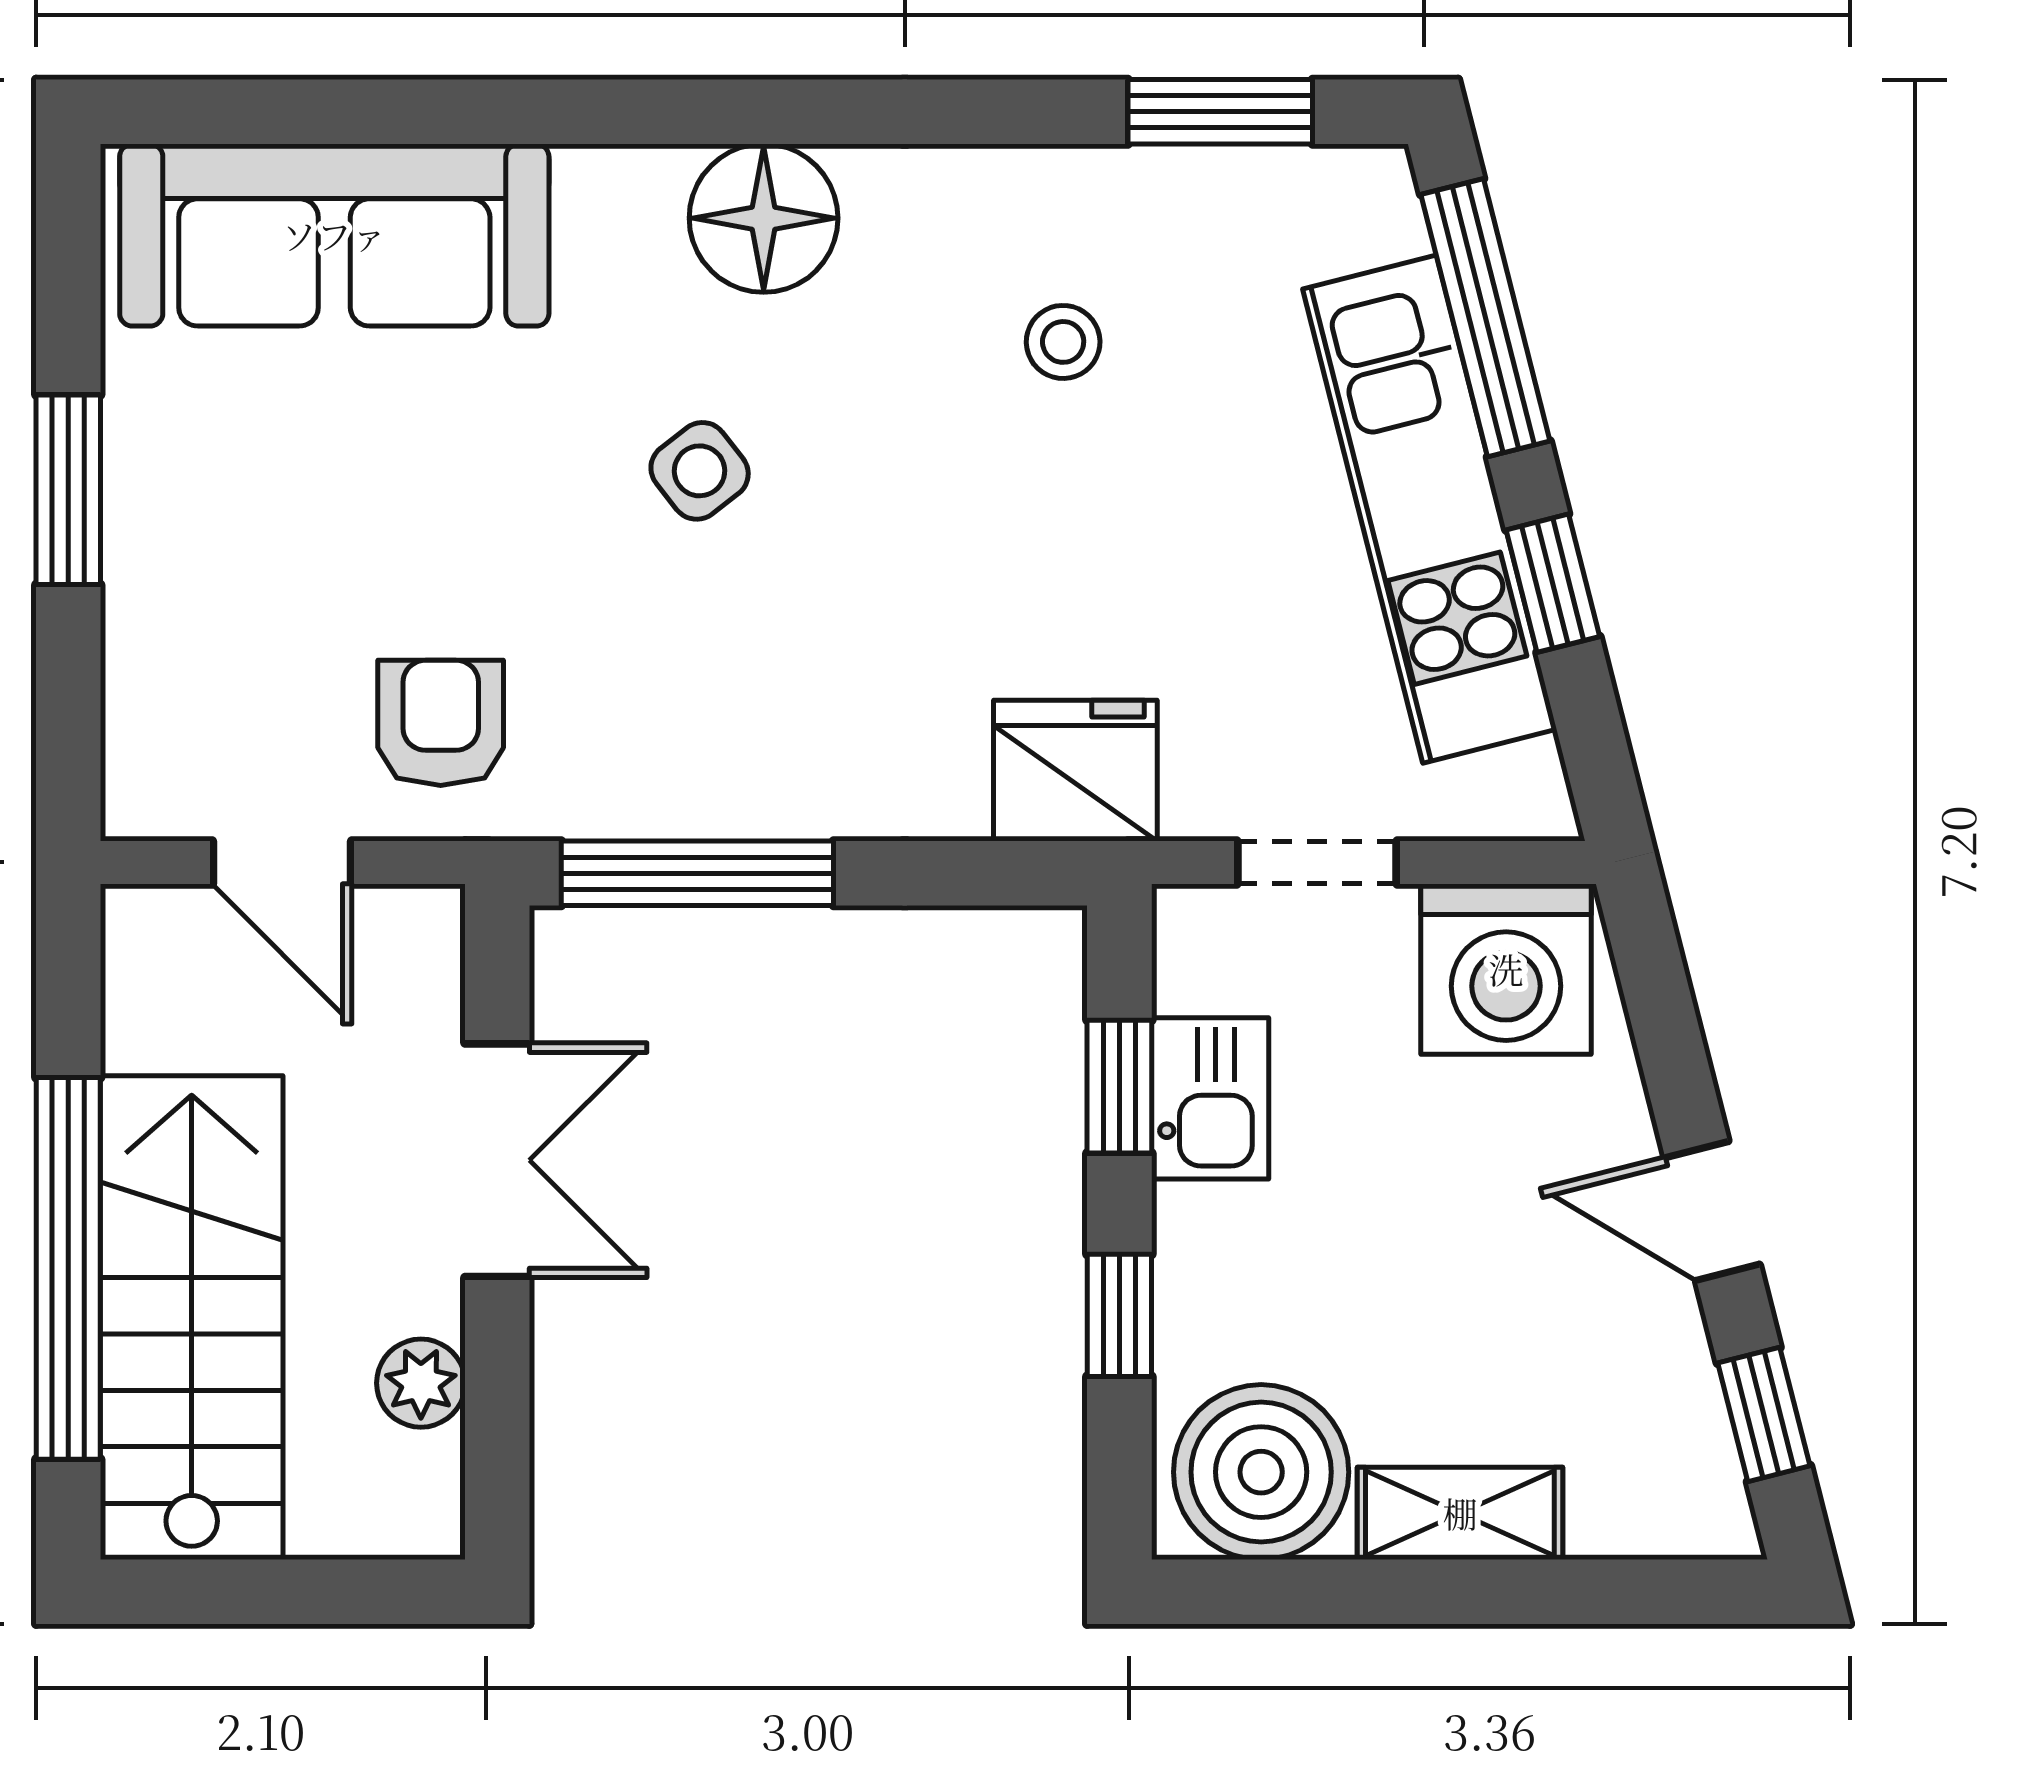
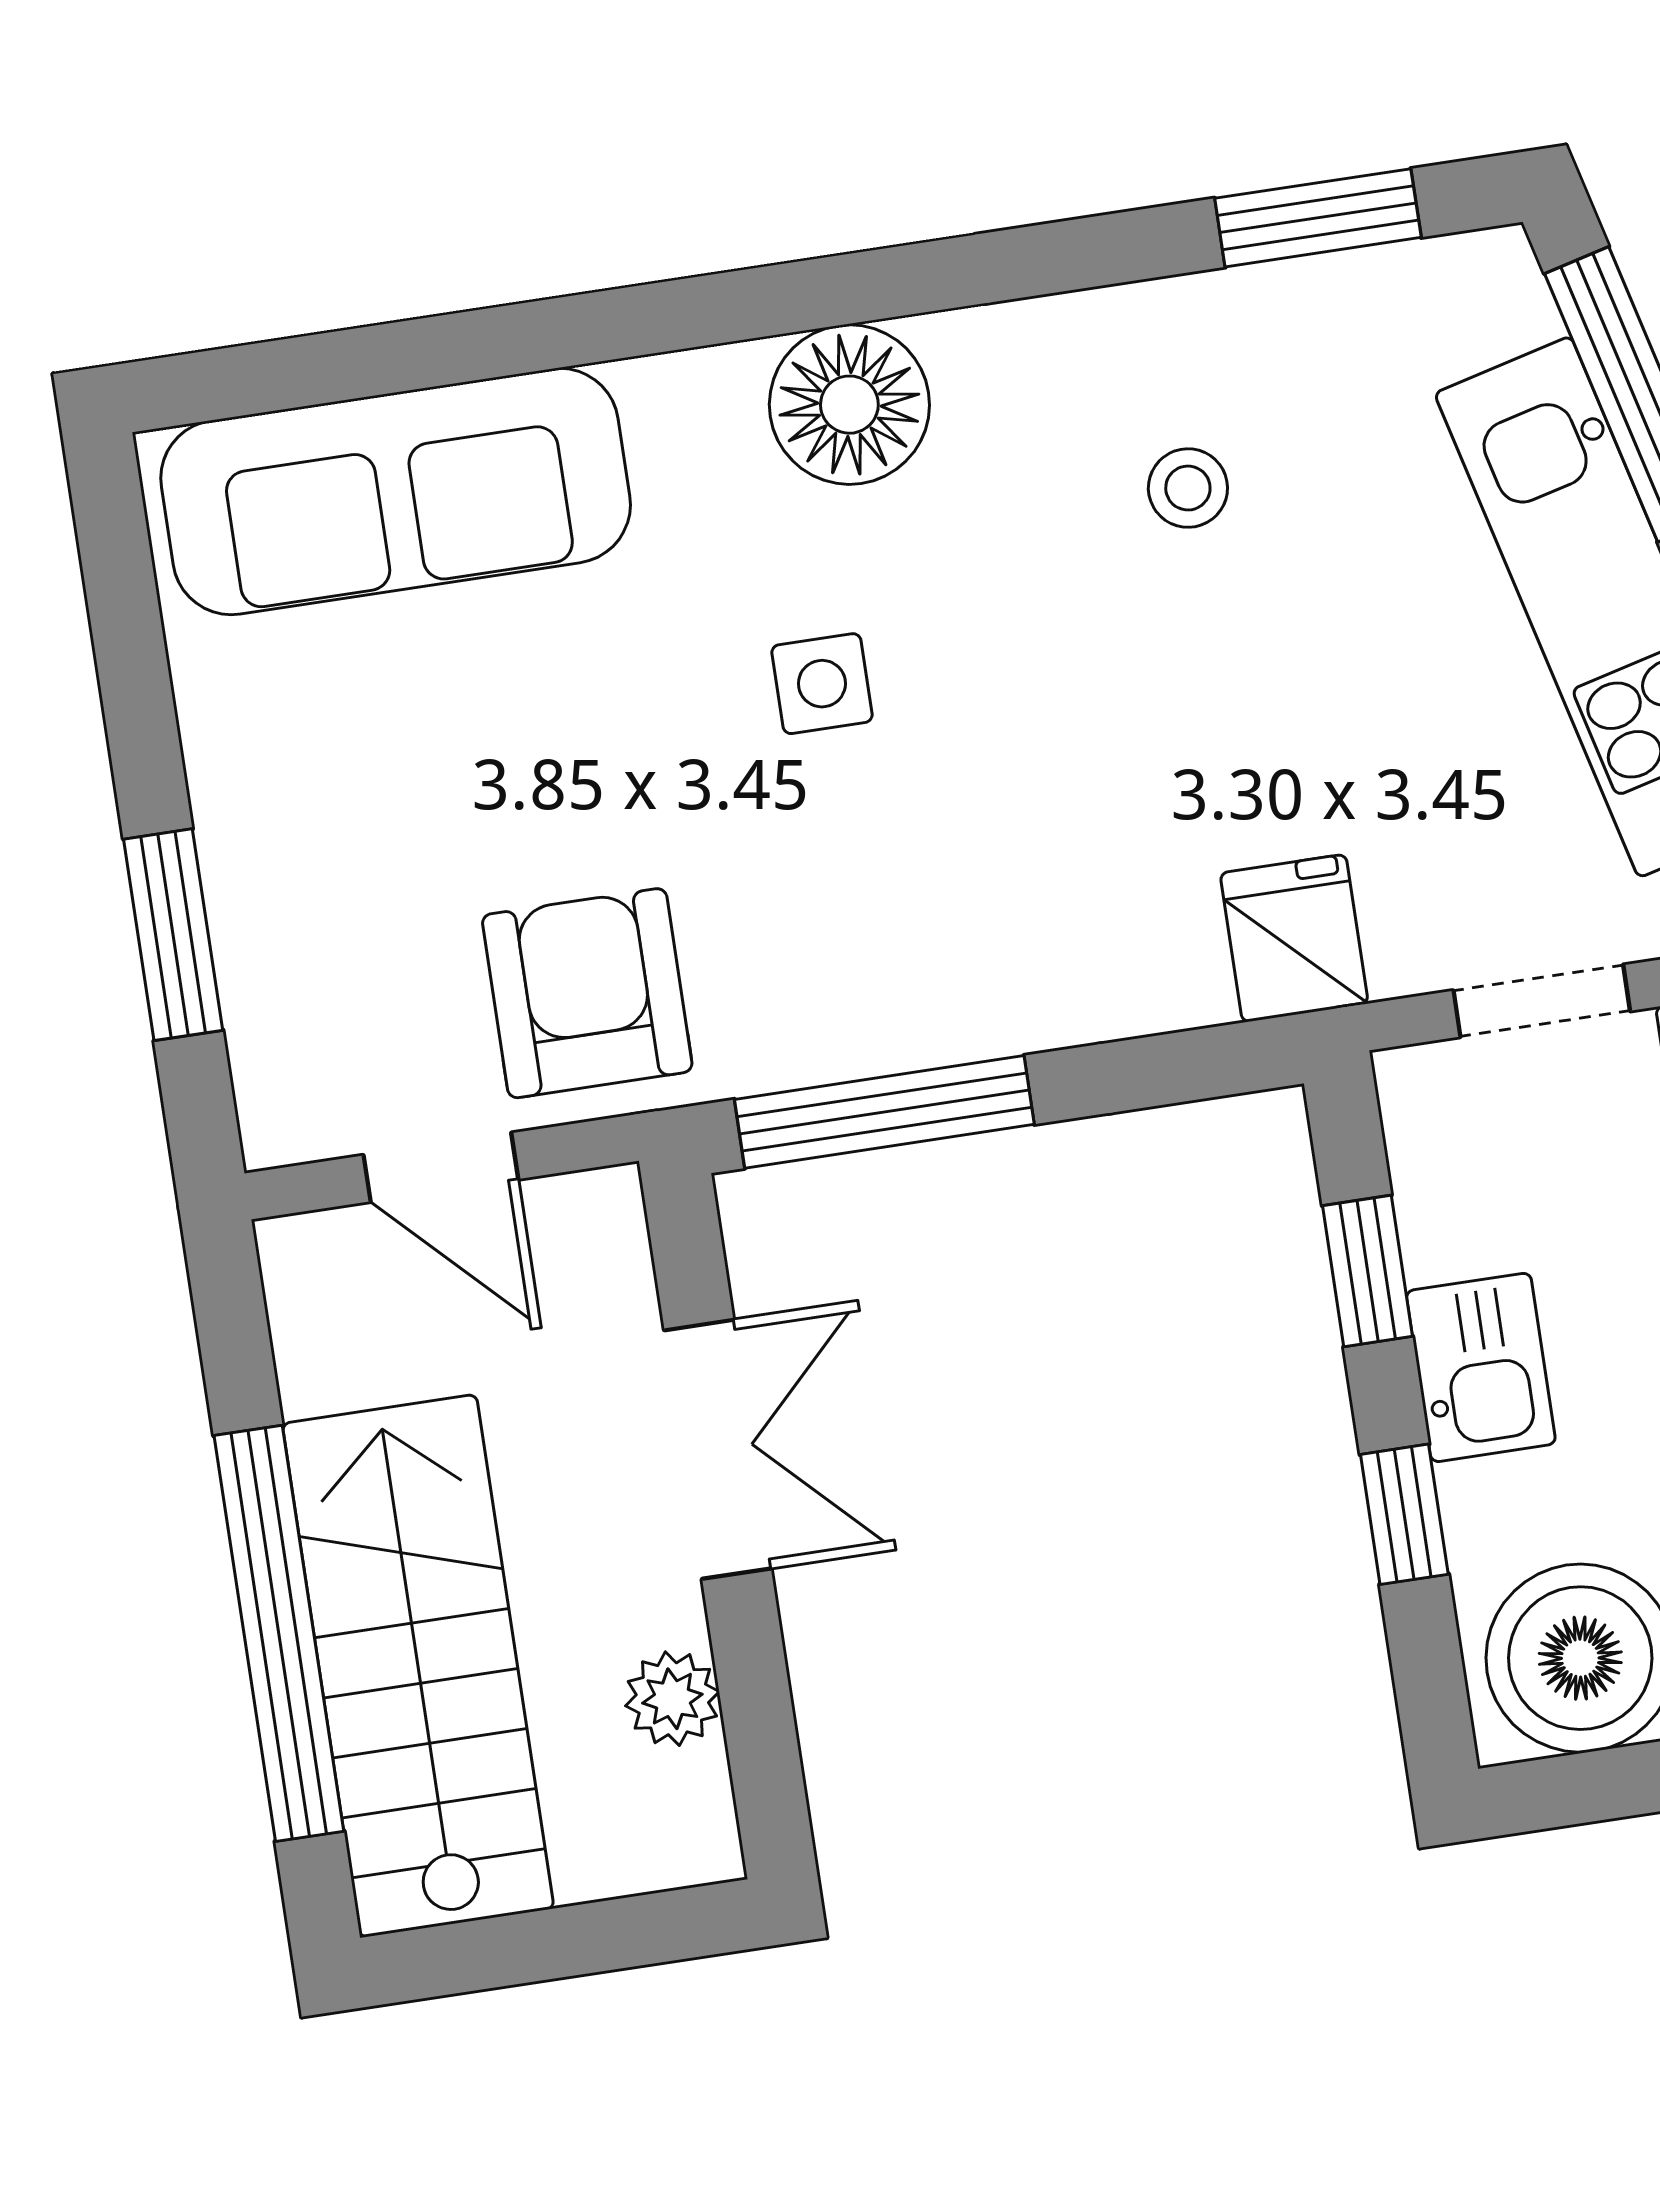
side table: (700, 471) -> (822, 684), turned 38
window: (68, 490) -> (173, 935), moved
armchair: (441, 723) -> (587, 993), width x1.38, depth x1.38
fridge: (1075, 771) -> (1294, 938), width x0.72
kitchen sink: (1210, 1098) -> (1481, 1367), moved

